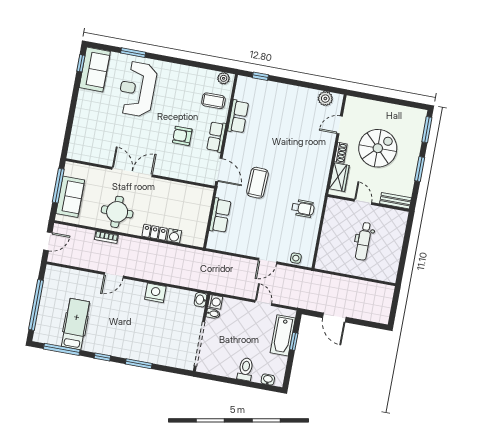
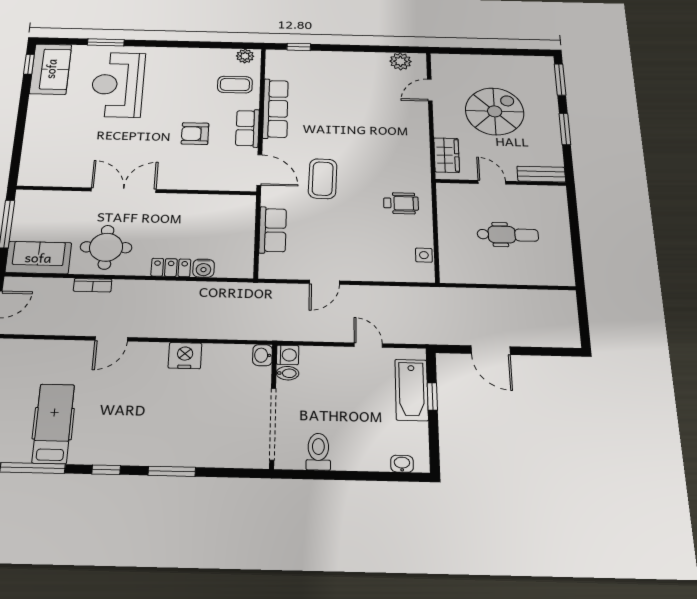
row of seats: (238, 117) -> (275, 109), width x1.48
shoe rack: (341, 153) -> (441, 124), removed
sofa: (70, 197) -> (38, 258), moved, turned -90
dental chair: (364, 241) -> (508, 235), turned -90
side table: (296, 258) -> (424, 255), moved
door: (268, 261) -> (324, 282), moved
toilet: (245, 369) -> (318, 452), moved

